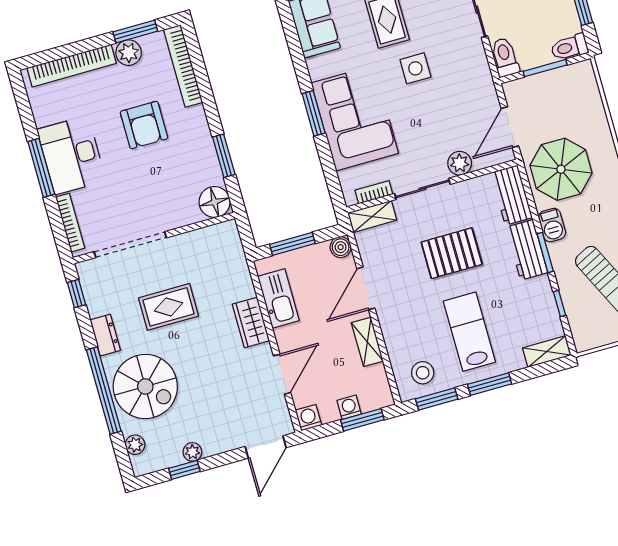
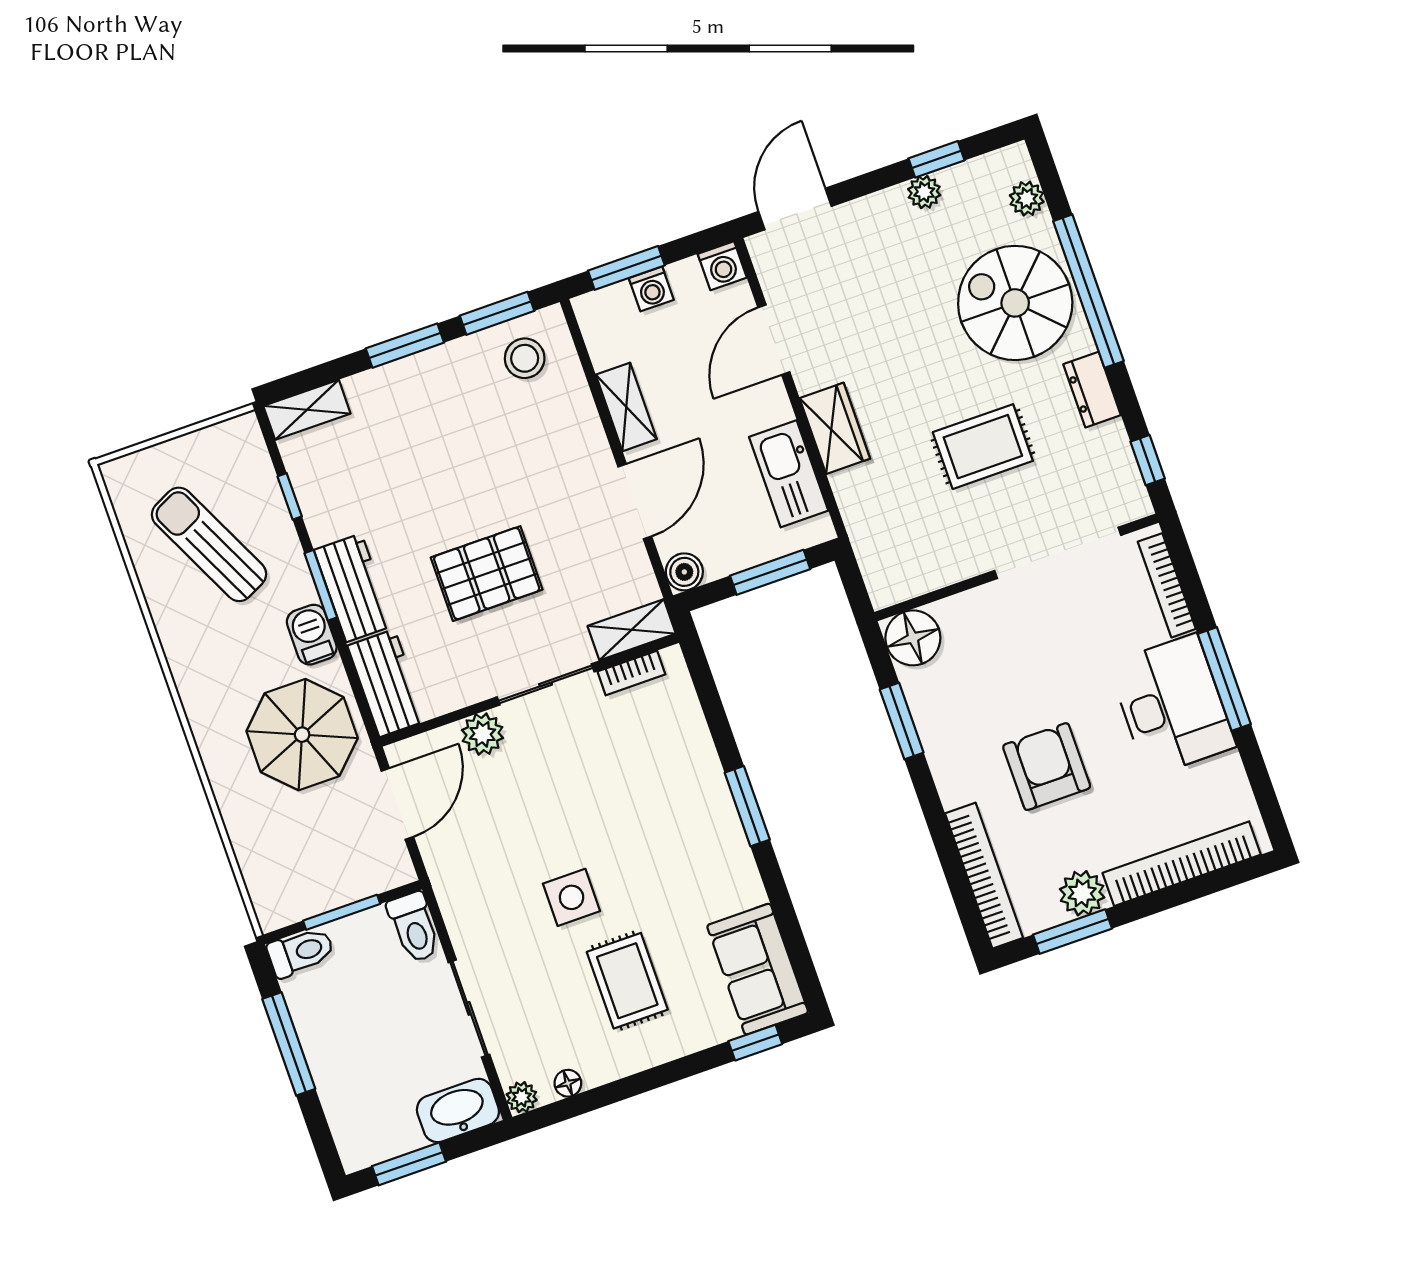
corner sofa: (355, 118) -> (673, 802), removed
lab bench: (469, 332) -> (446, 436), removed

